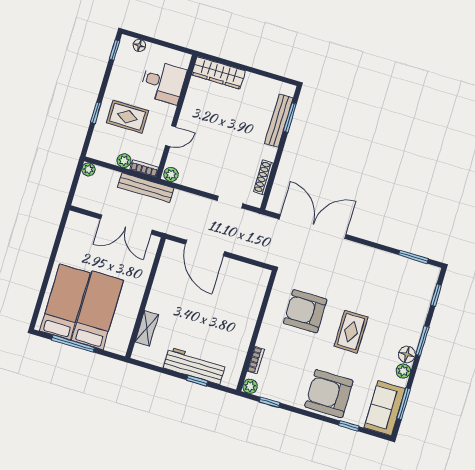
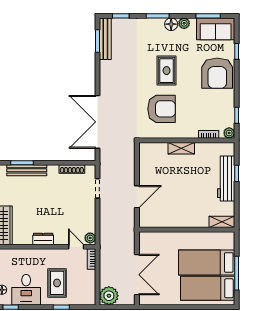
desk: (163, 82) -> (26, 290), moved, turned 180
dresser: (187, 116) -> (43, 239), added
door: (171, 136) -> (76, 247), moved
plant: (124, 161) -> (90, 276), removed
plant: (88, 169) -> (109, 296), width x1.88, depth x1.88
bench: (146, 188) -> (105, 39), moved
double door: (126, 224) -> (137, 275), moved
door: (205, 248) -> (137, 197), width x0.73
armchair: (305, 311) -> (162, 109), turned -90
shelving: (249, 321) -> (181, 148), added
shelving: (147, 328) -> (222, 222), moved
rug: (351, 332) -> (167, 71), turned 90

